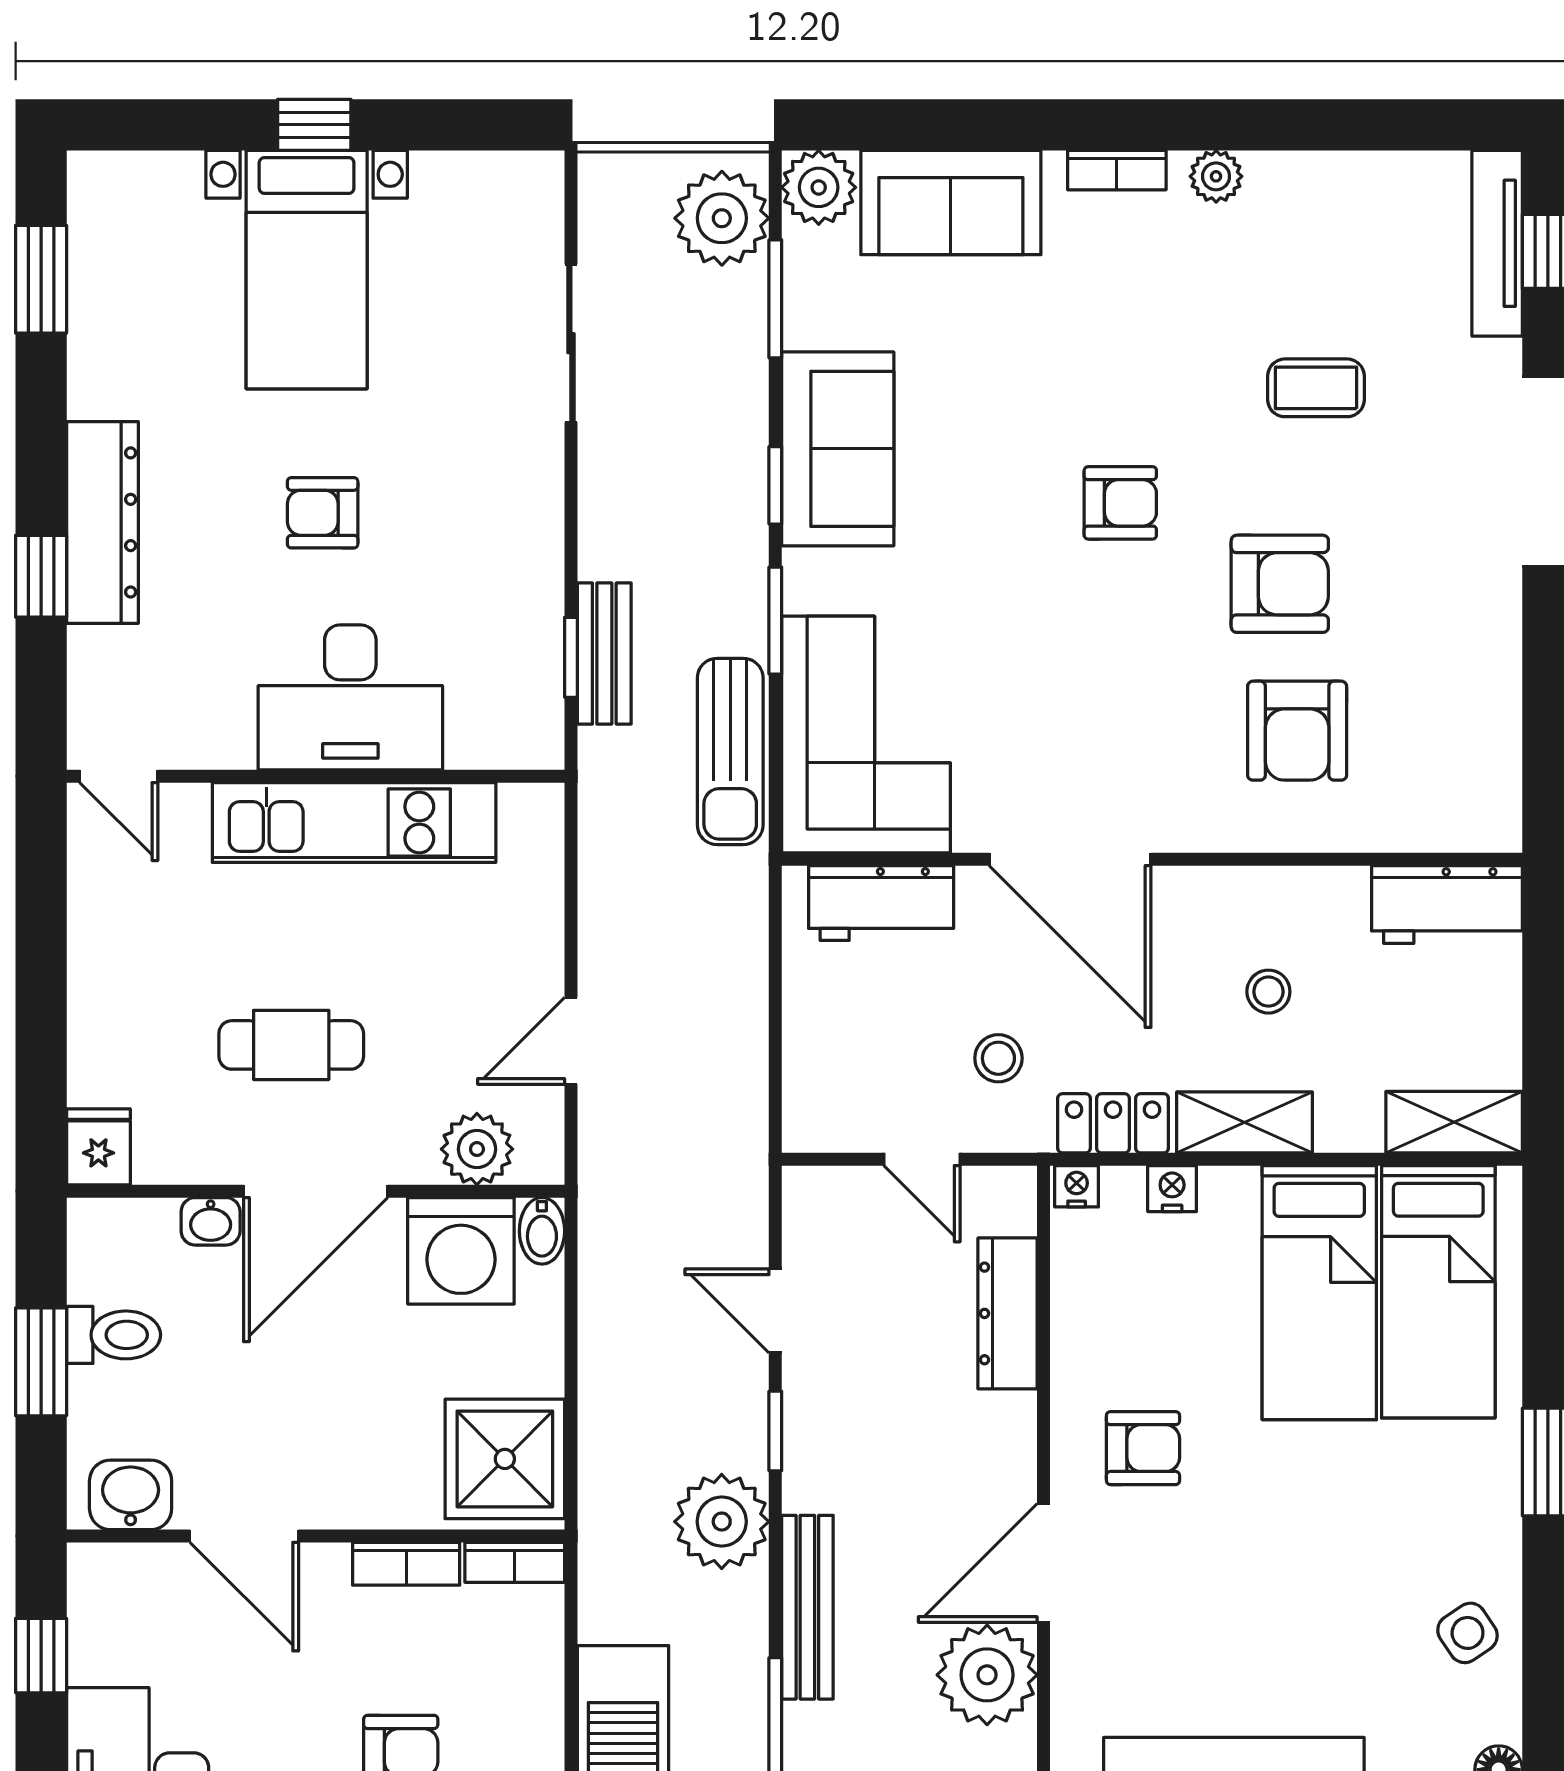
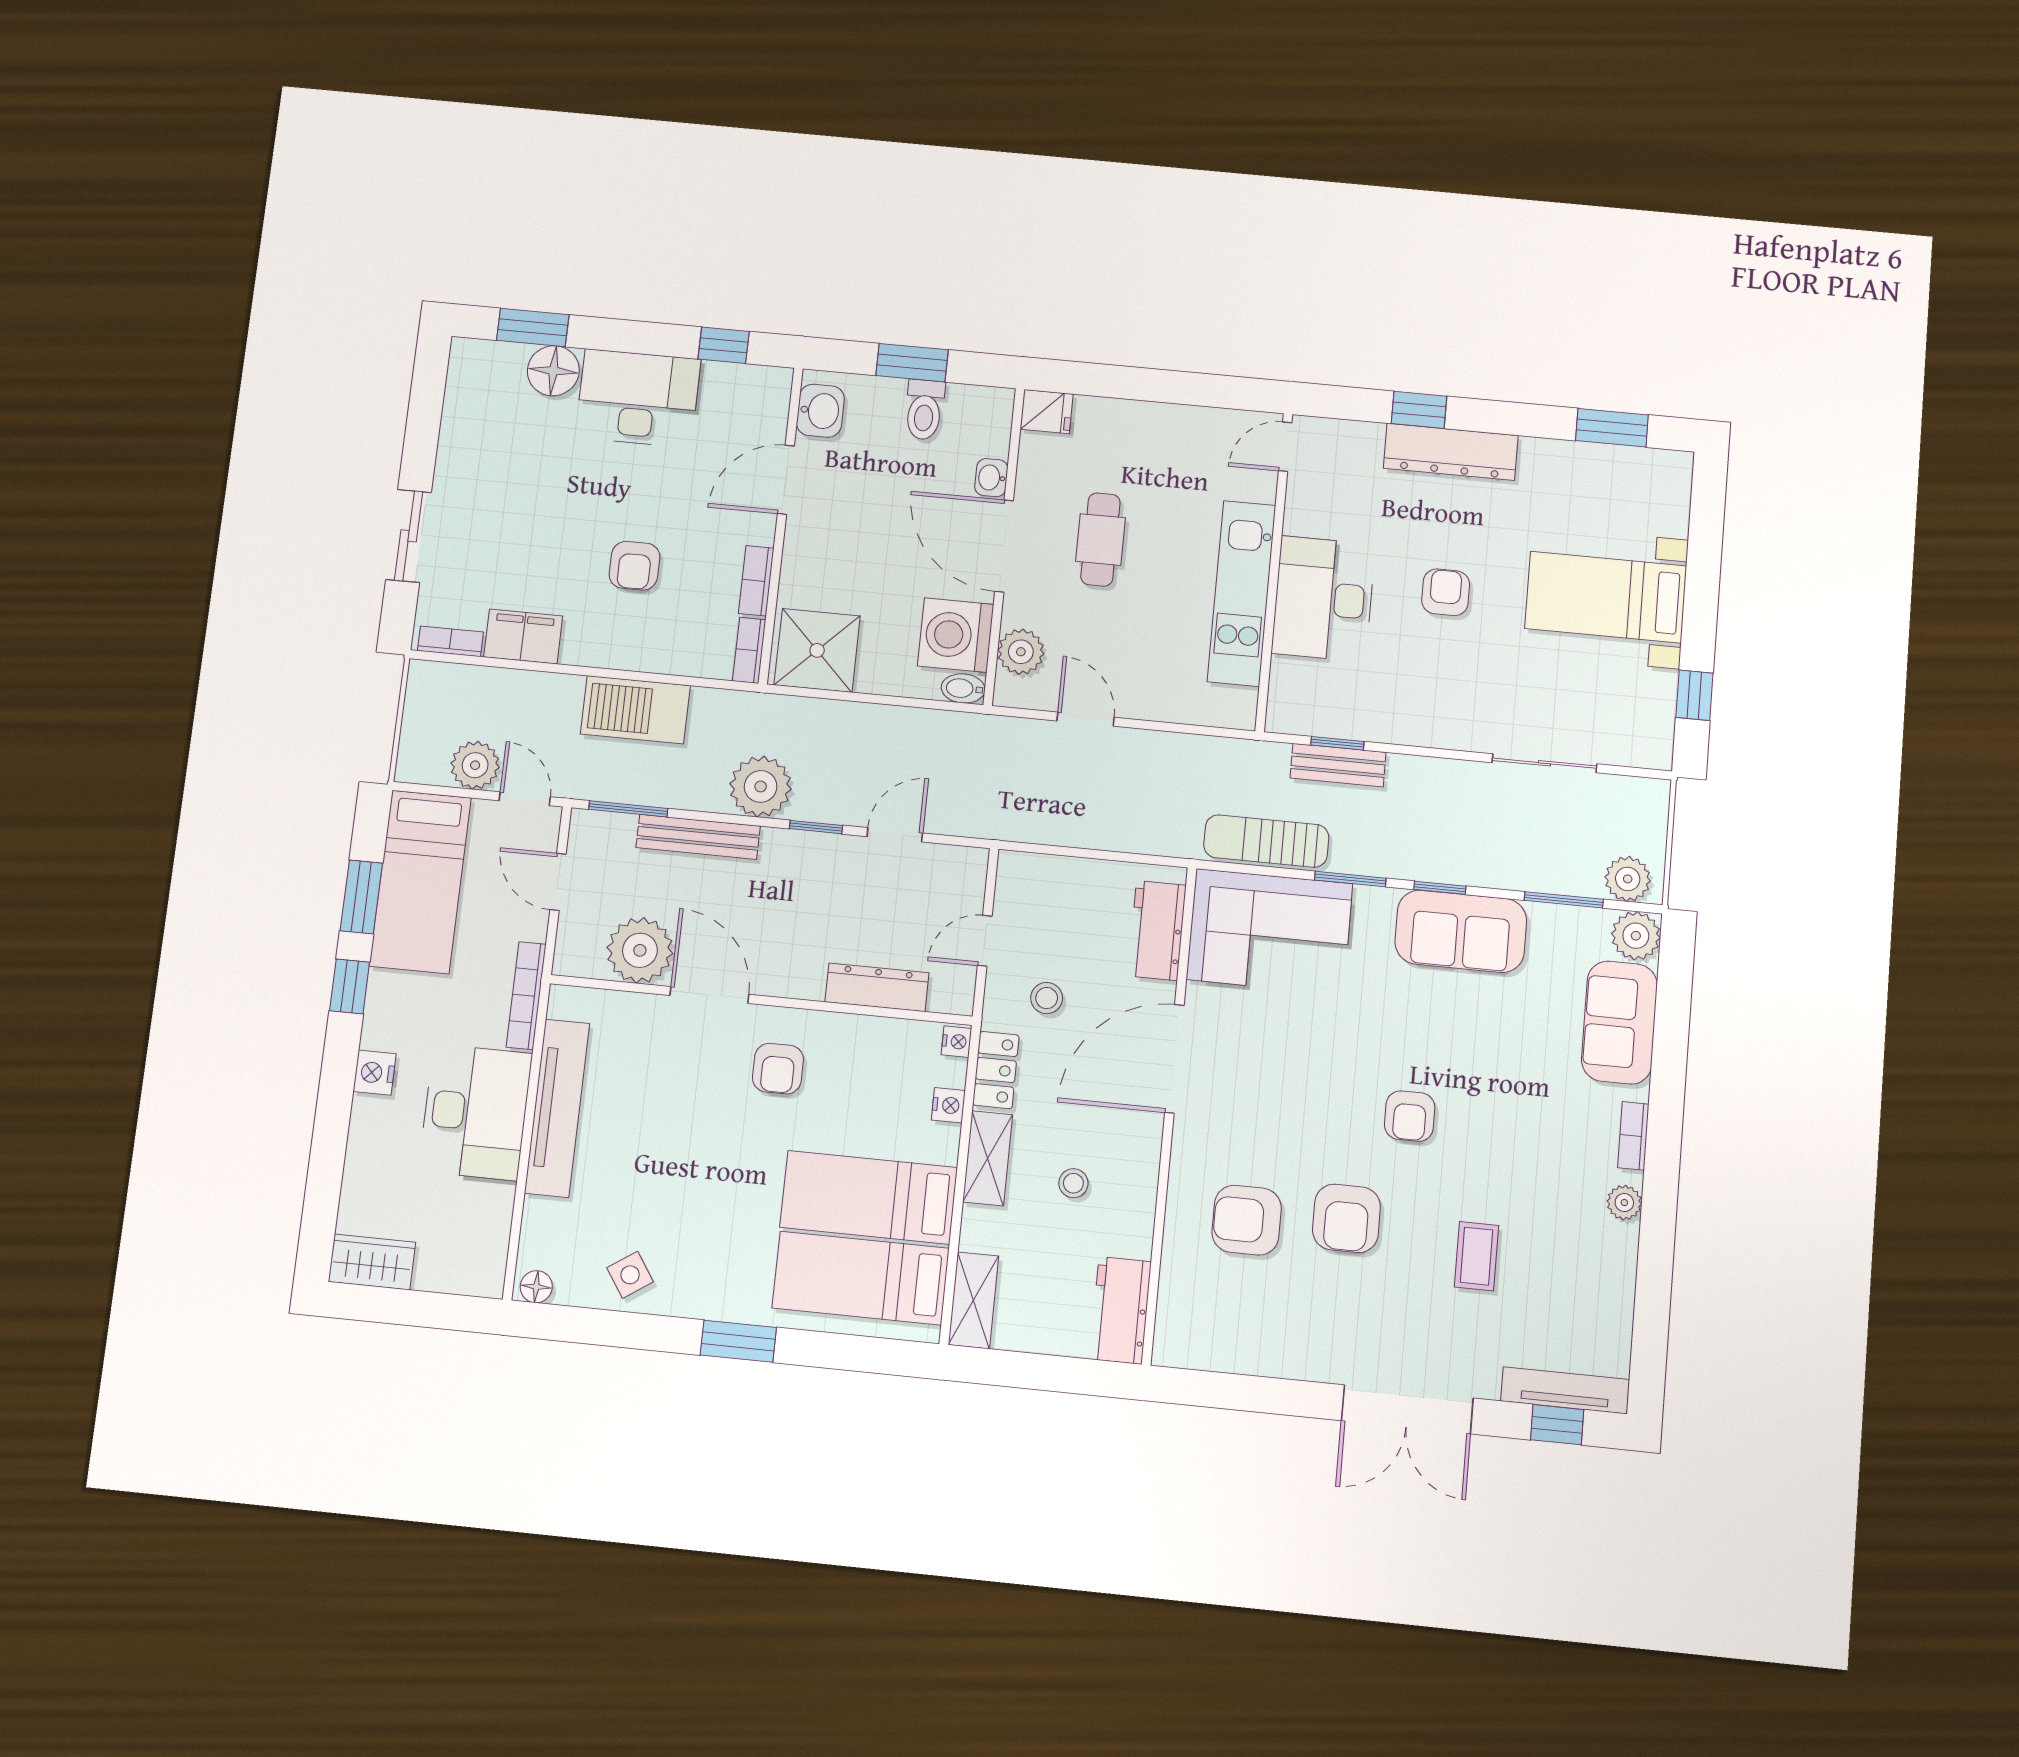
window: (314, 125) -> (1694, 695), moved
plant: (722, 218) -> (1628, 879), width x0.73, depth x0.73

